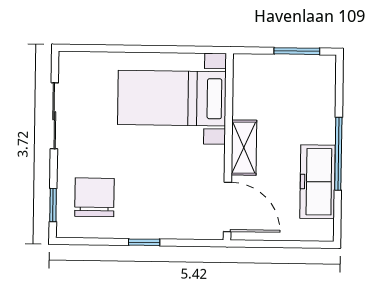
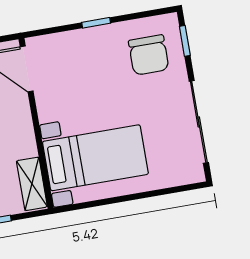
sliding door: (54, 116) -> (199, 122), width x1.37
shelving: (244, 148) -> (32, 184), moved

